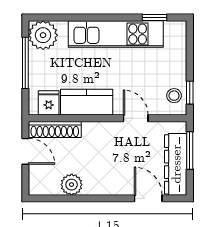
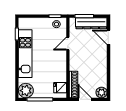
kitchen counter: (87, 102) -> (60, 68), removed
door: (25, 151) -> (85, 99), hinge flipped
plant: (72, 185) -> (102, 92), moved
door: (148, 198) -> (108, 37), hinge flipped

